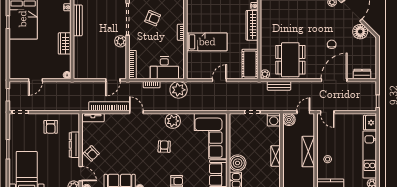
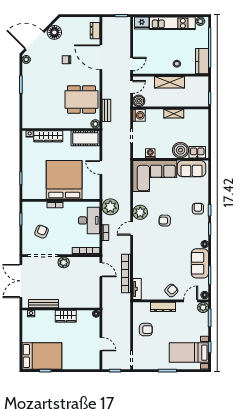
bed: (207, 42) -> (64, 180), width x2.04
door: (136, 112) -> (132, 228), moved
door: (303, 112) -> (132, 87), swing flipped
washing machine: (234, 131) -> (150, 153), added

